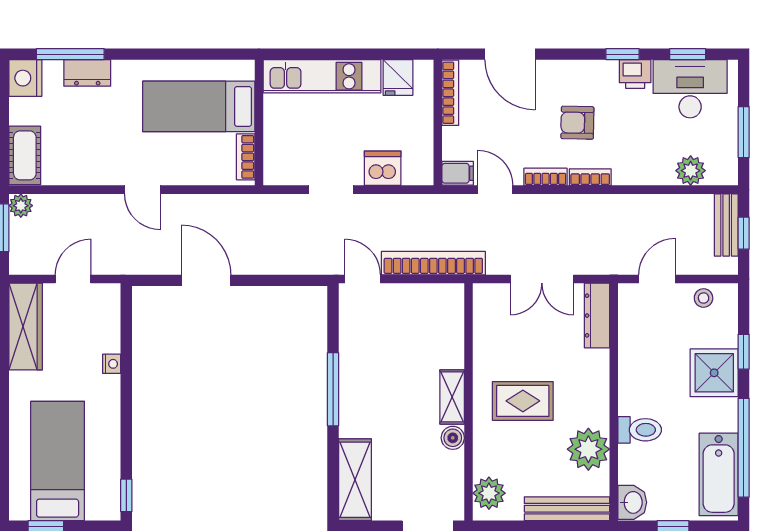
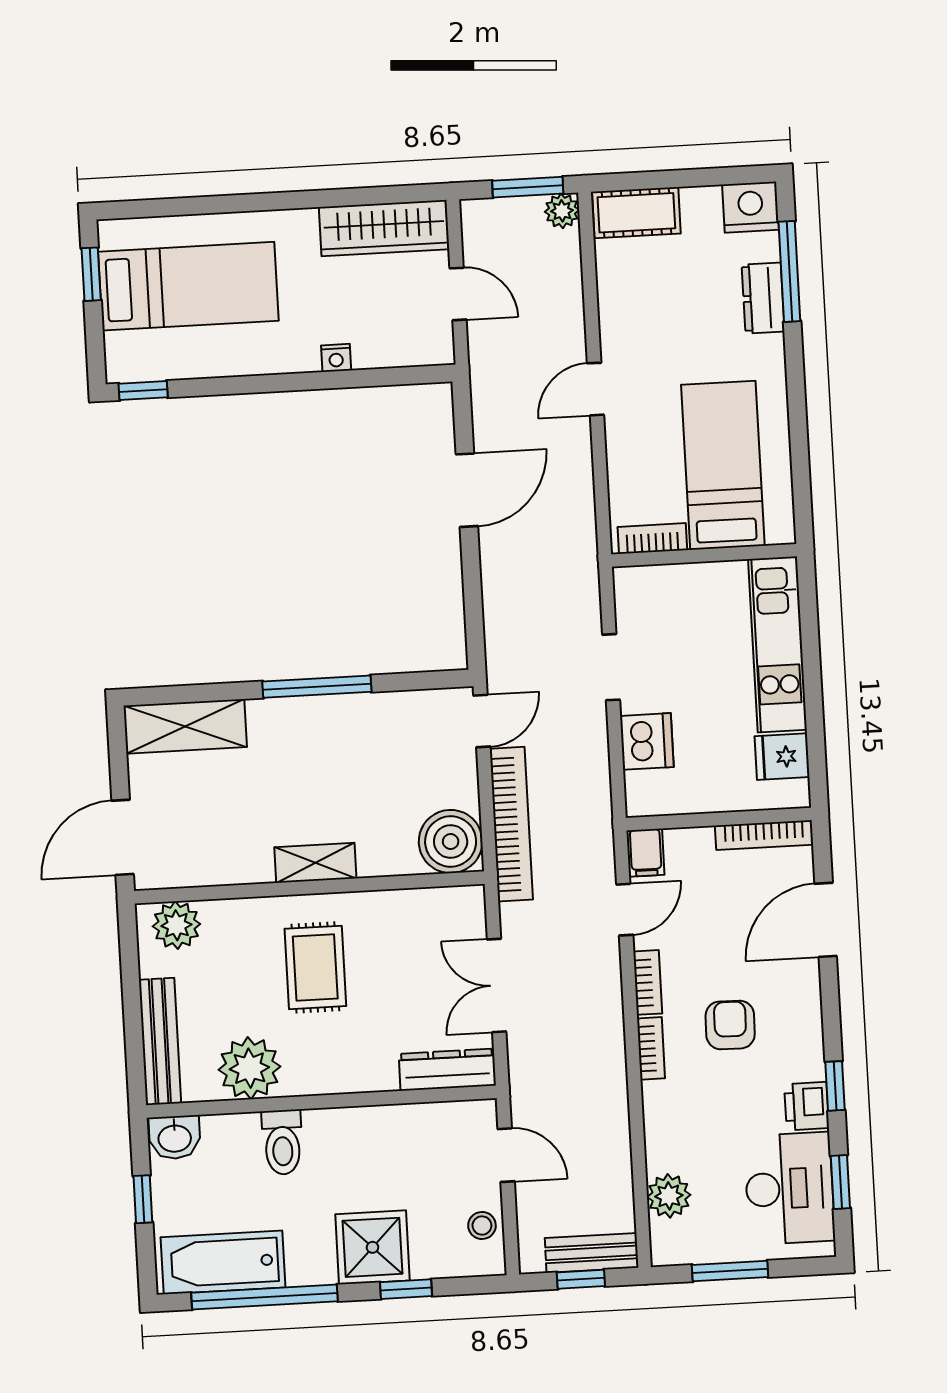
boiler: (453, 438) -> (451, 842), moved, width x1.86, depth x1.86

